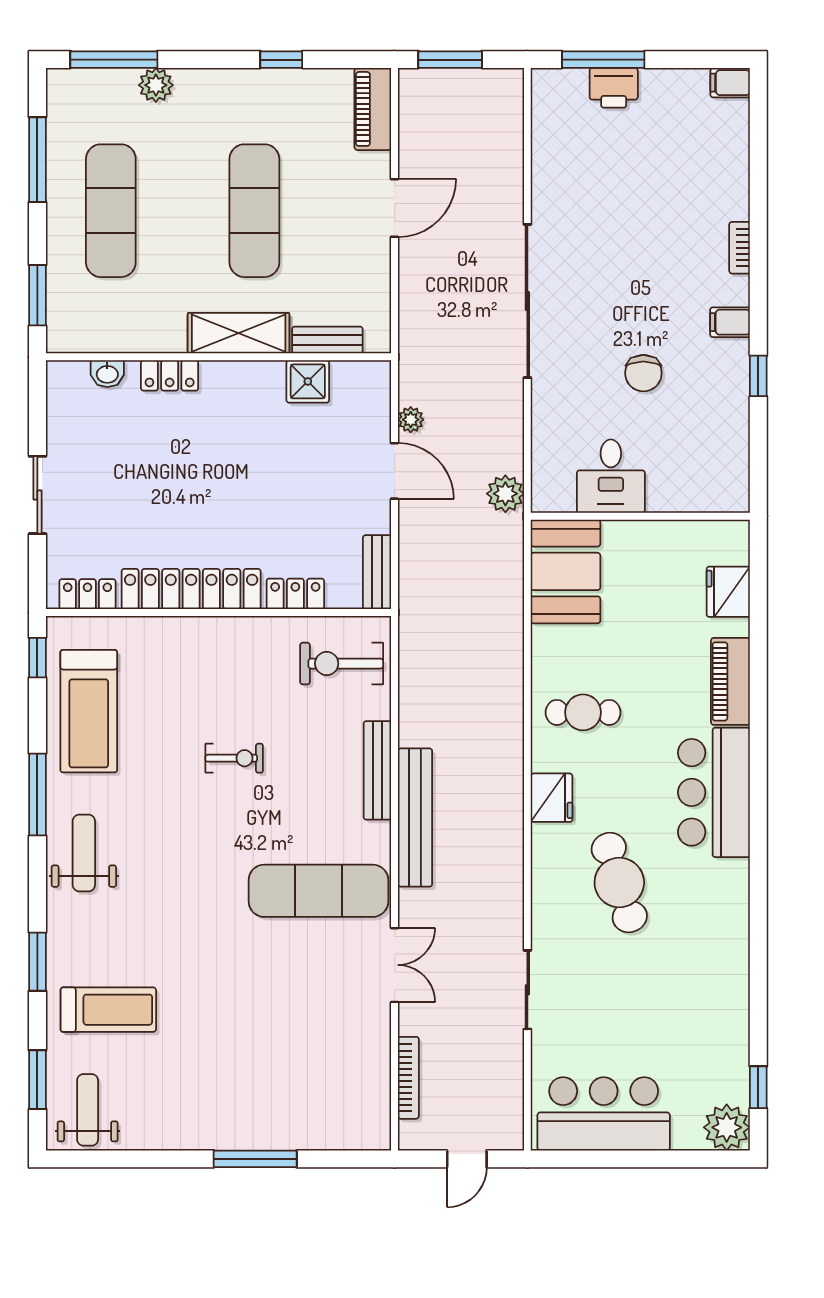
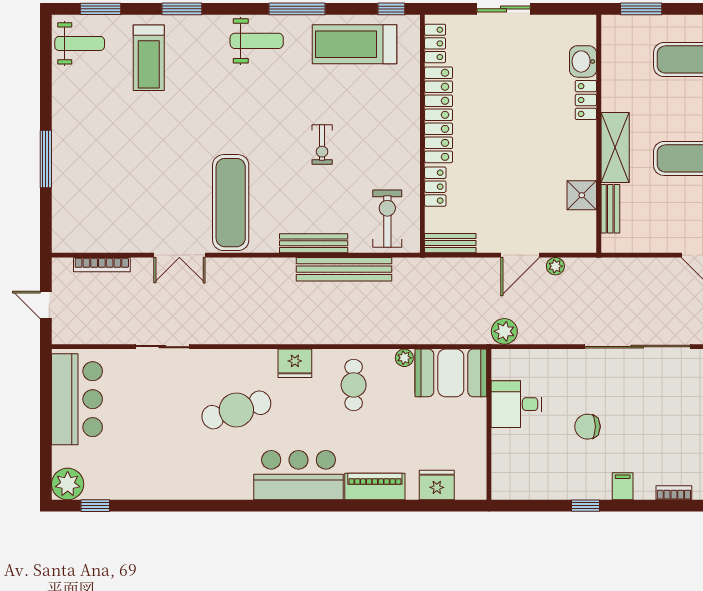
washbasin: (107, 374) -> (583, 61), width x1.38, depth x1.45
plant: (544, 639) -> (404, 358), added
bench: (415, 818) -> (344, 269), moved

